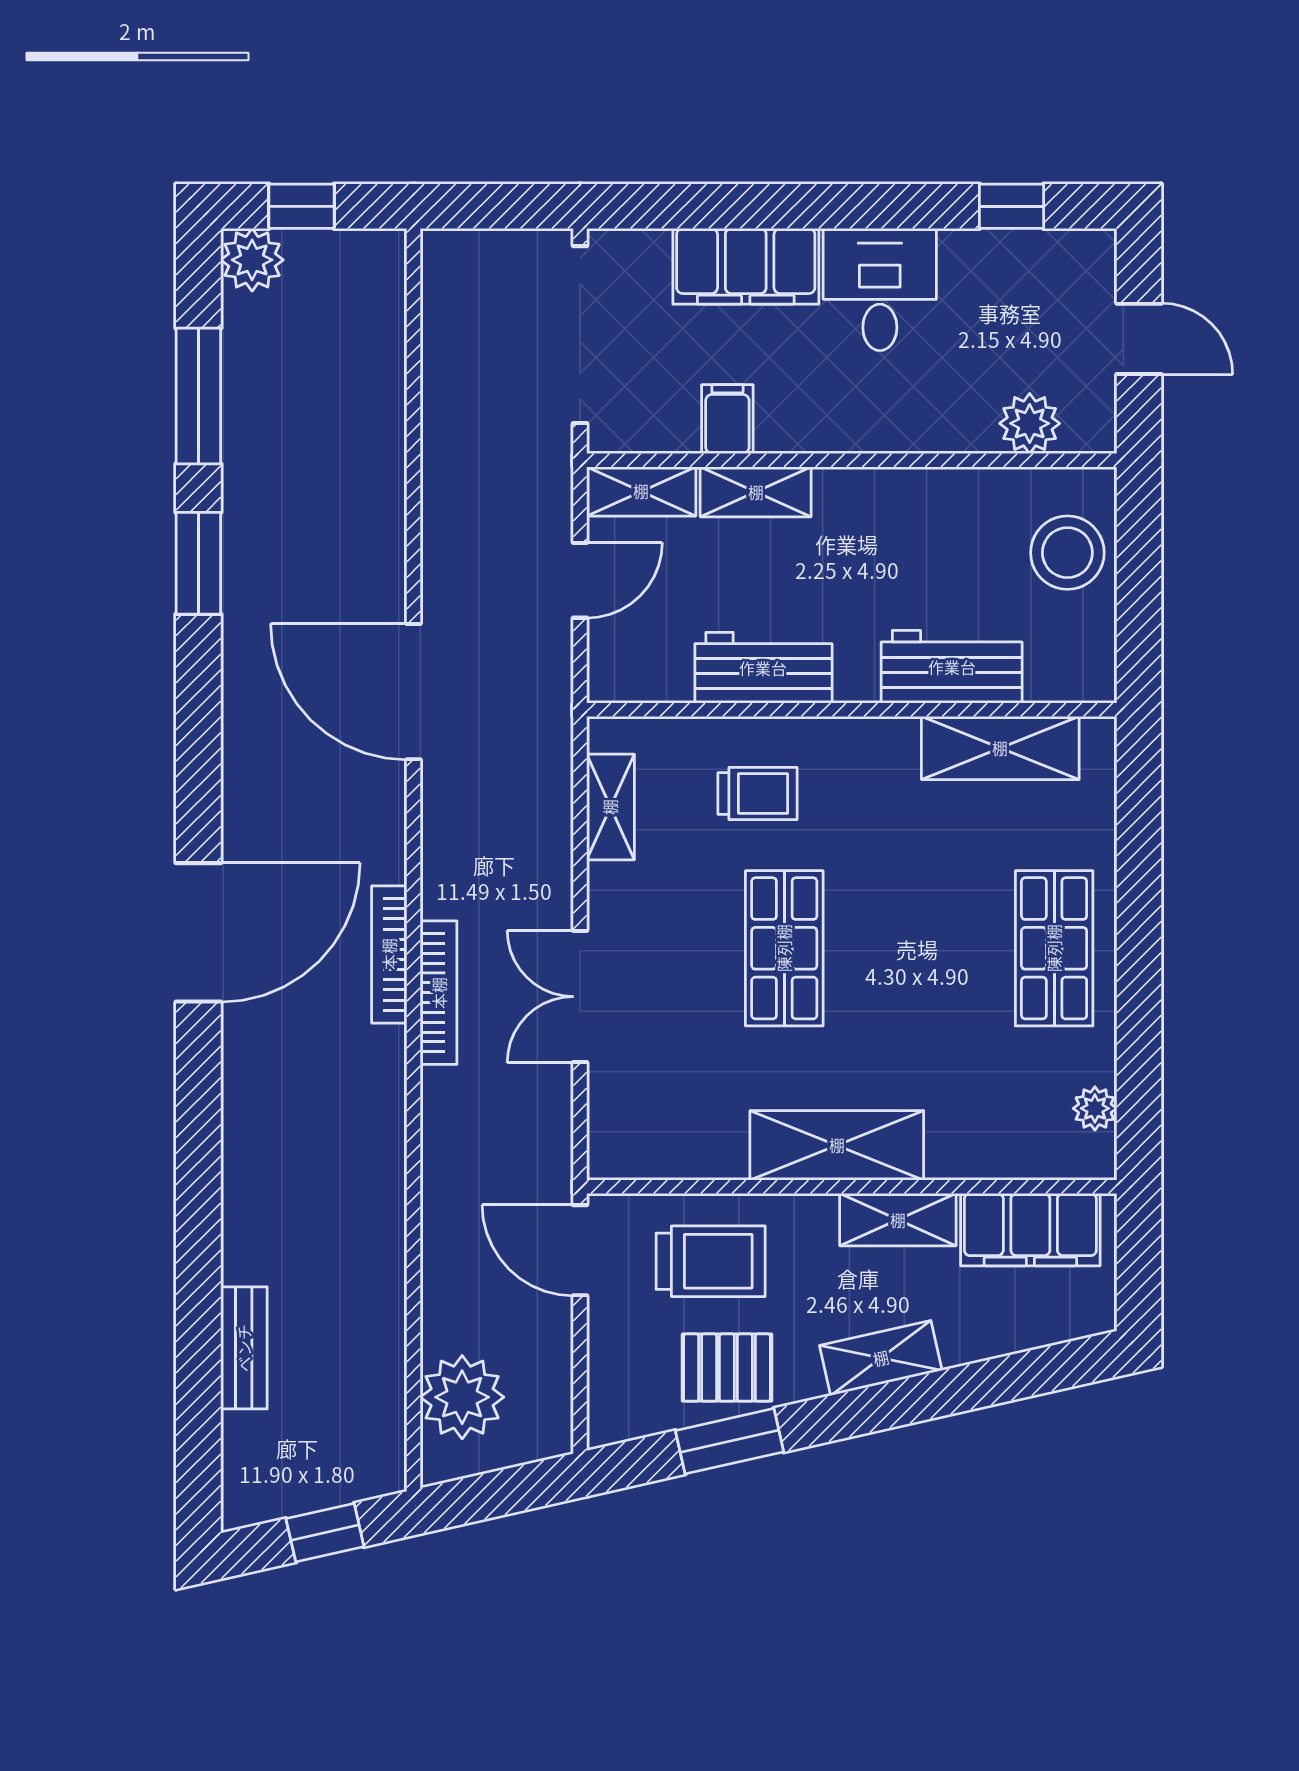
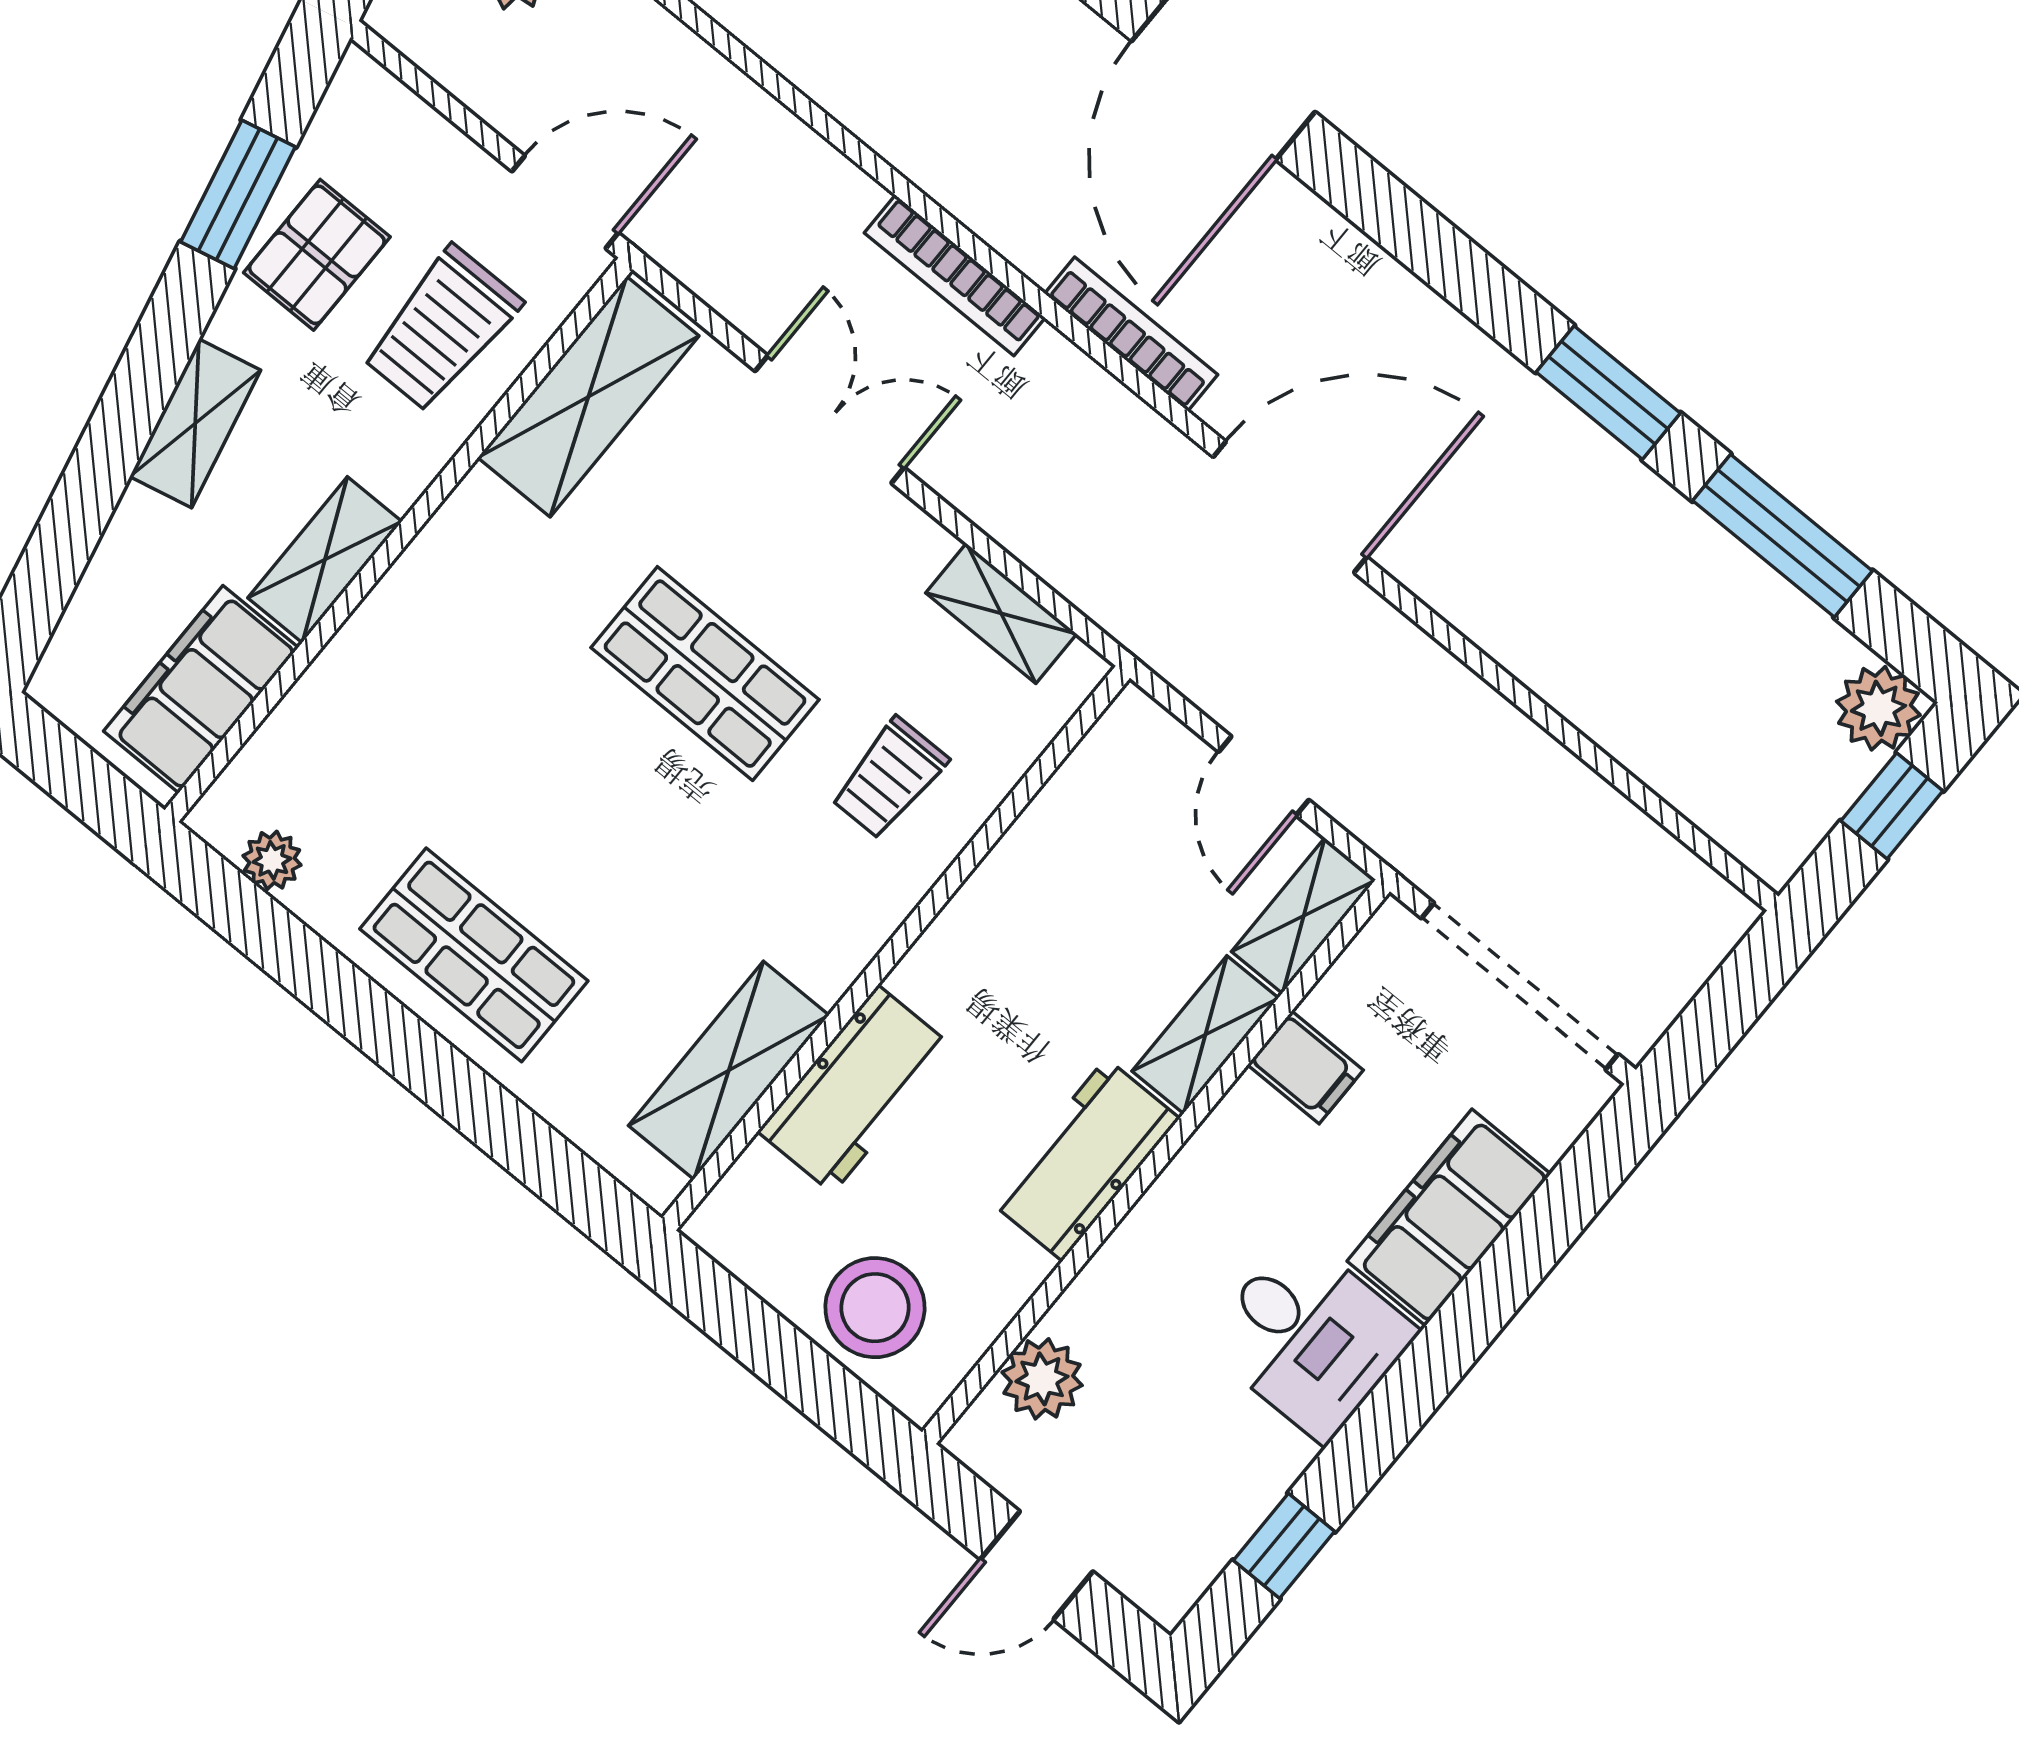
workbench: (763, 668) -> (1084, 1160), moved, turned 180
bookcase: (389, 954) -> (1131, 334), moved
shelving: (837, 1145) -> (588, 397), moved

